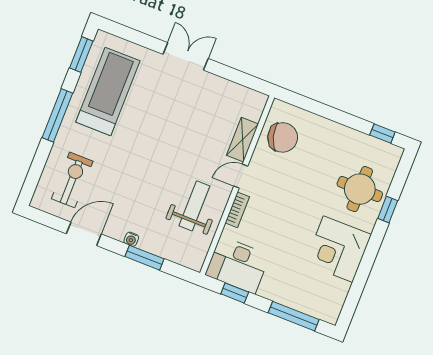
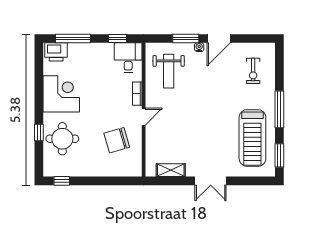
chair: (283, 137) -> (117, 140), moved
shelving: (242, 140) -> (171, 170), moved, turned 90
exercise bike: (72, 180) -> (253, 71), width x0.73, depth x0.72
weight bench: (194, 206) -> (169, 71), moved
door: (84, 234) -> (219, 39), moved
desk: (238, 265) -> (128, 58), width x0.73
printer: (323, 307) -> (56, 52), added

